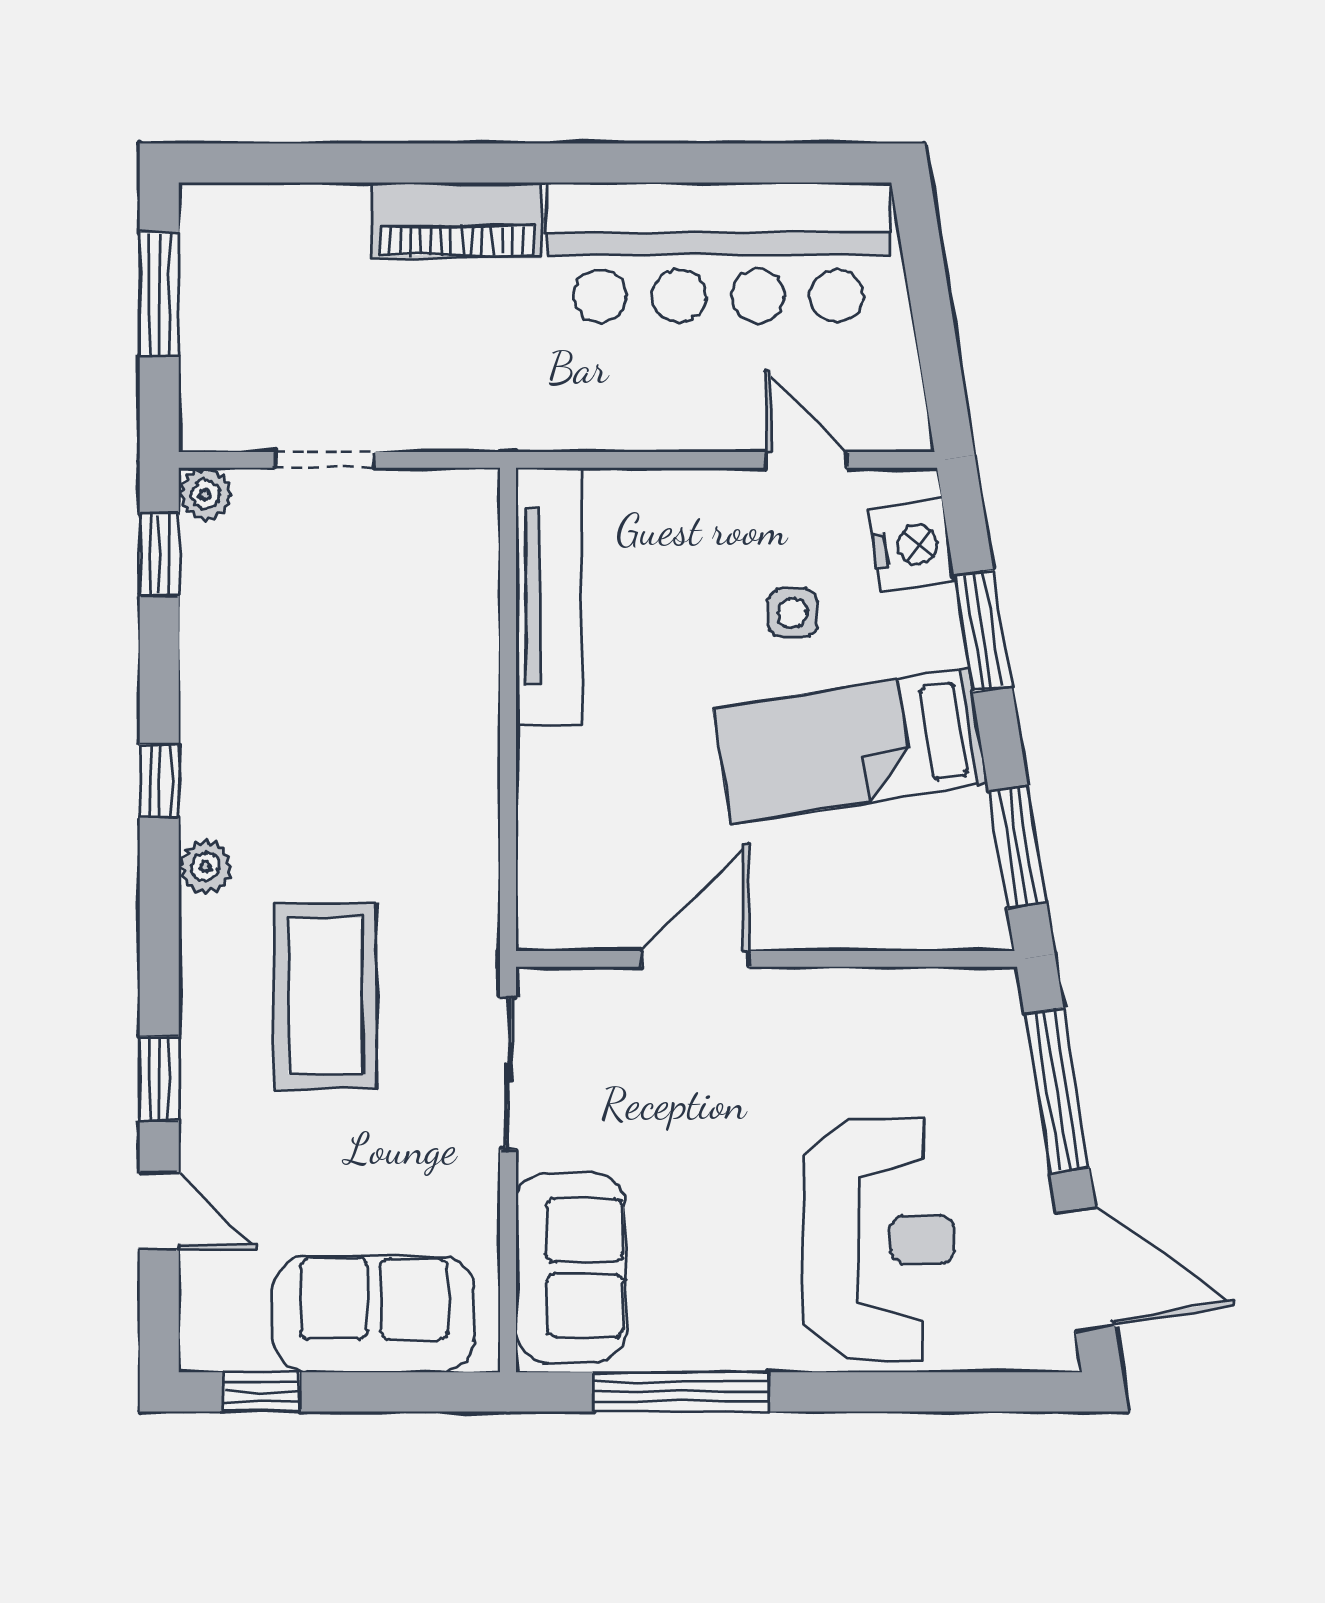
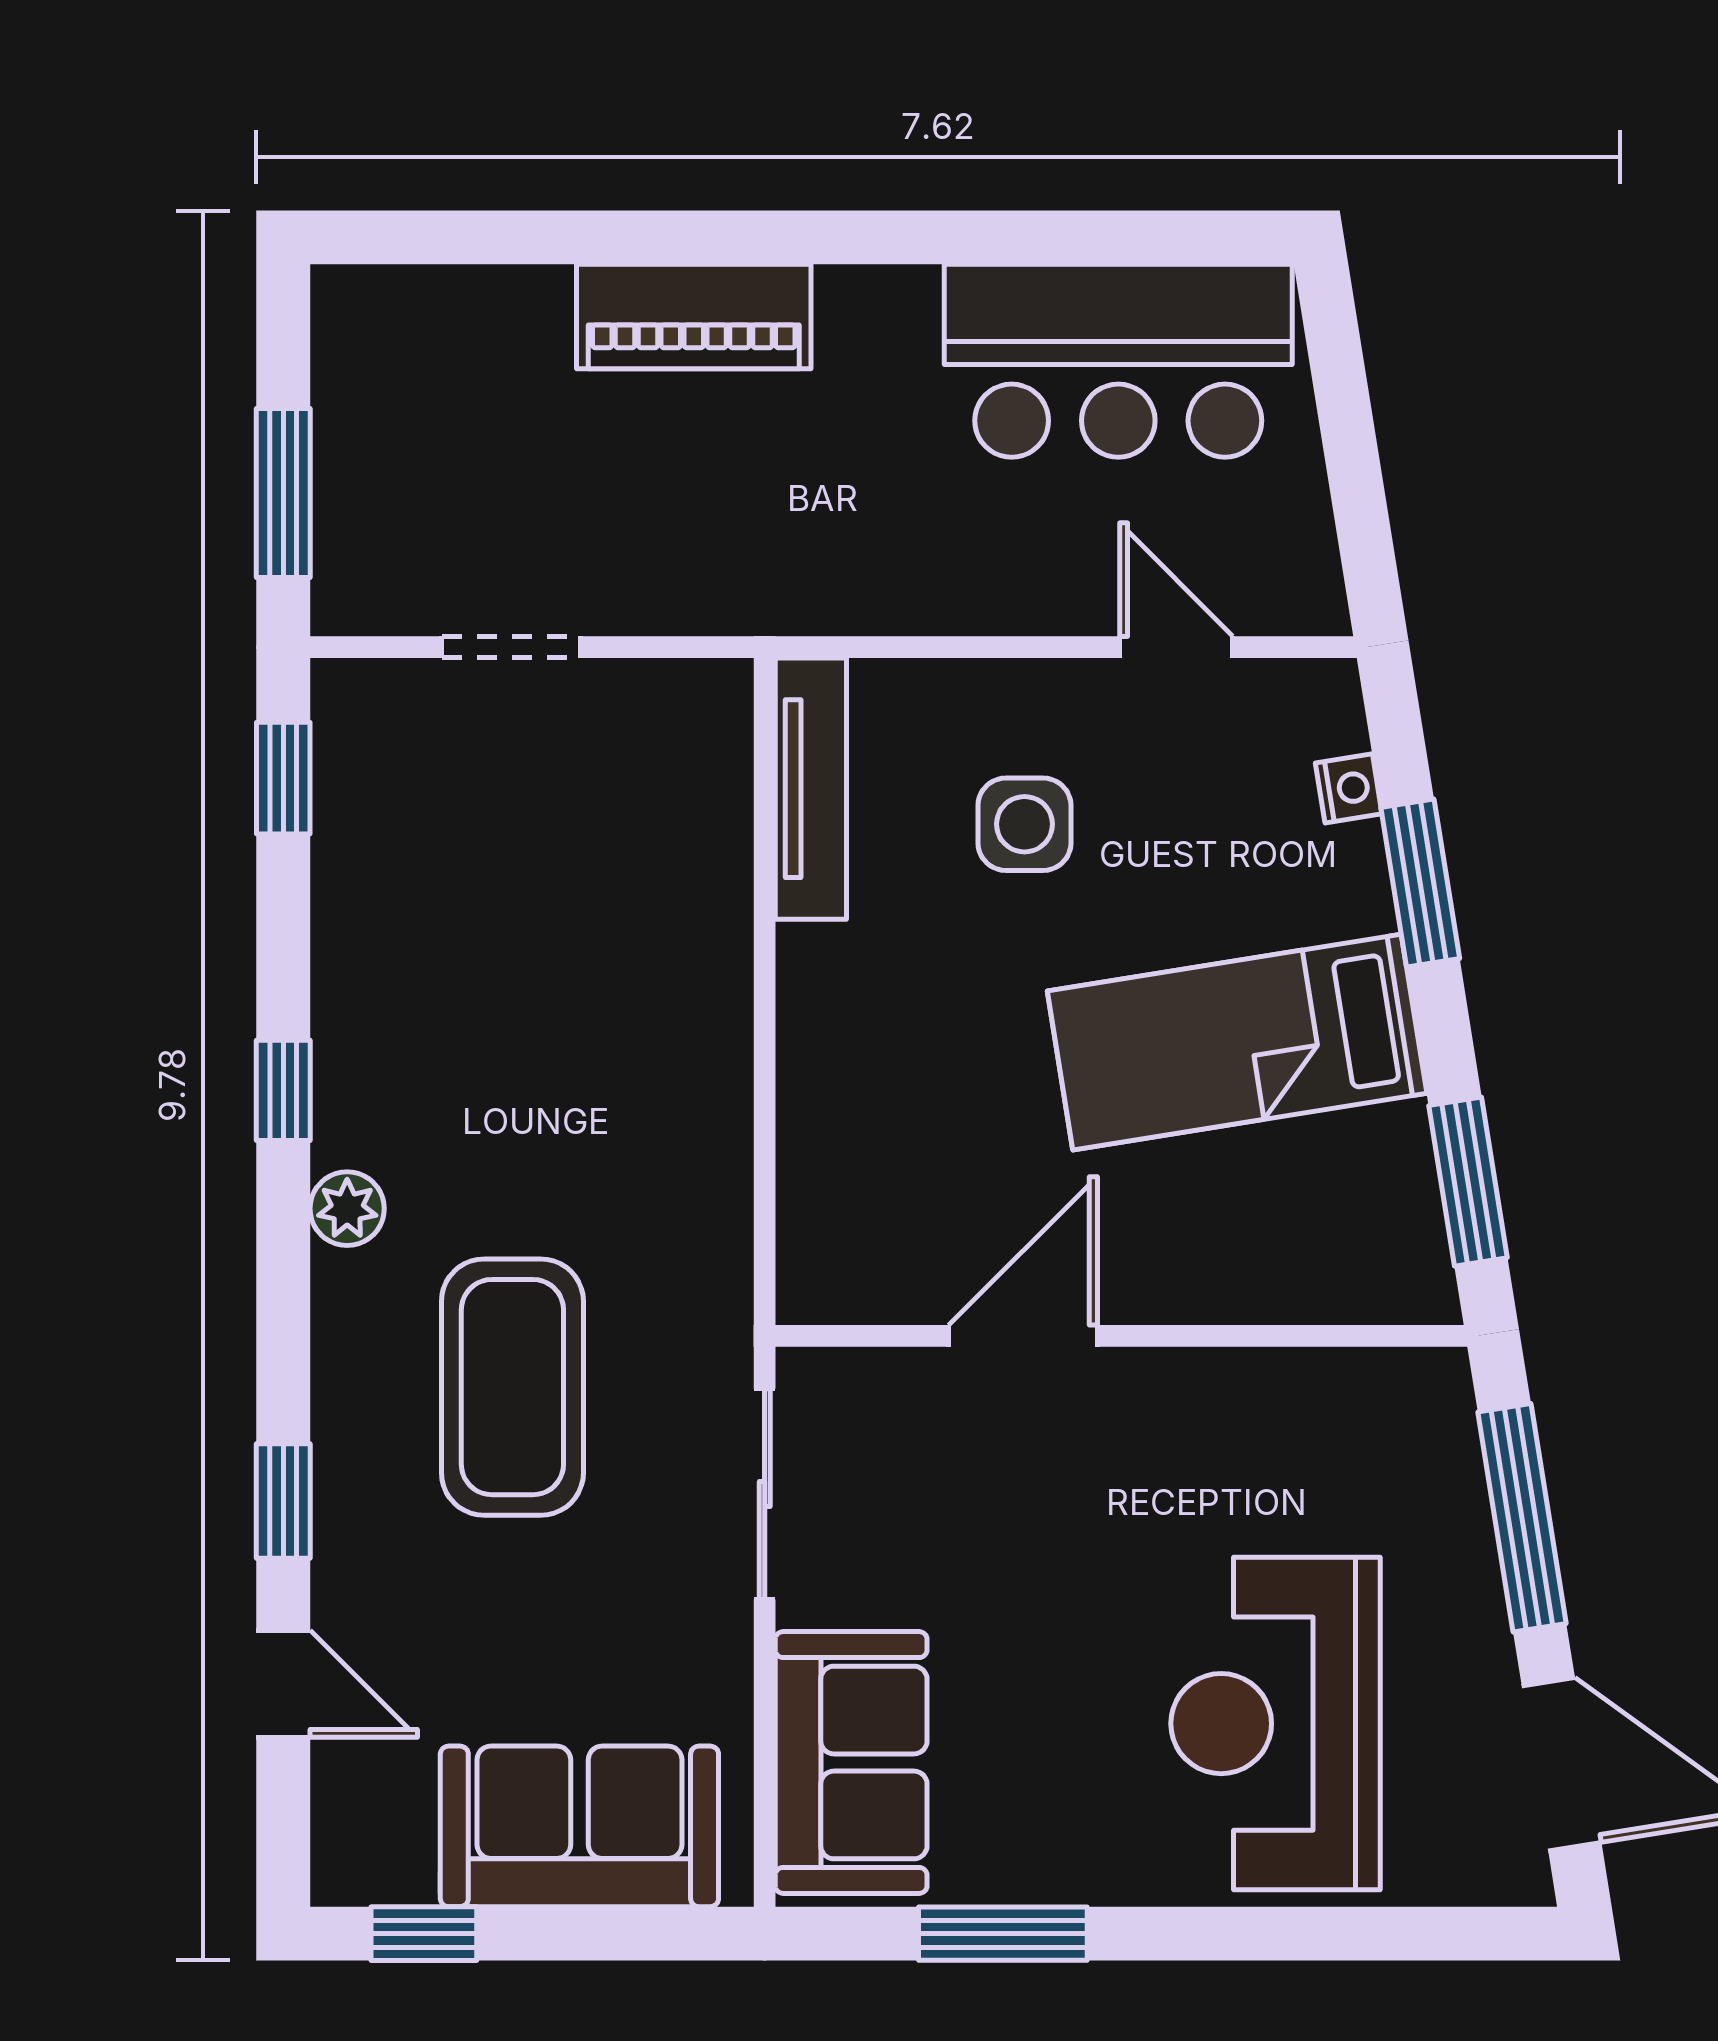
bar counter: (718, 252) -> (1118, 361), width x0.73
window: (159, 294) -> (283, 493), moved
plant: (205, 494) -> (347, 695), removed
nightstand: (912, 545) -> (1349, 788), width x0.53, depth x0.56
tv unit: (549, 597) -> (811, 789), width x0.73, depth x0.78
side table: (793, 613) -> (1024, 824), moved, width x1.37, depth x1.37
reception desk: (878, 1240) -> (1276, 1724), turned 180
window: (681, 1392) -> (1003, 1934), width x0.69

